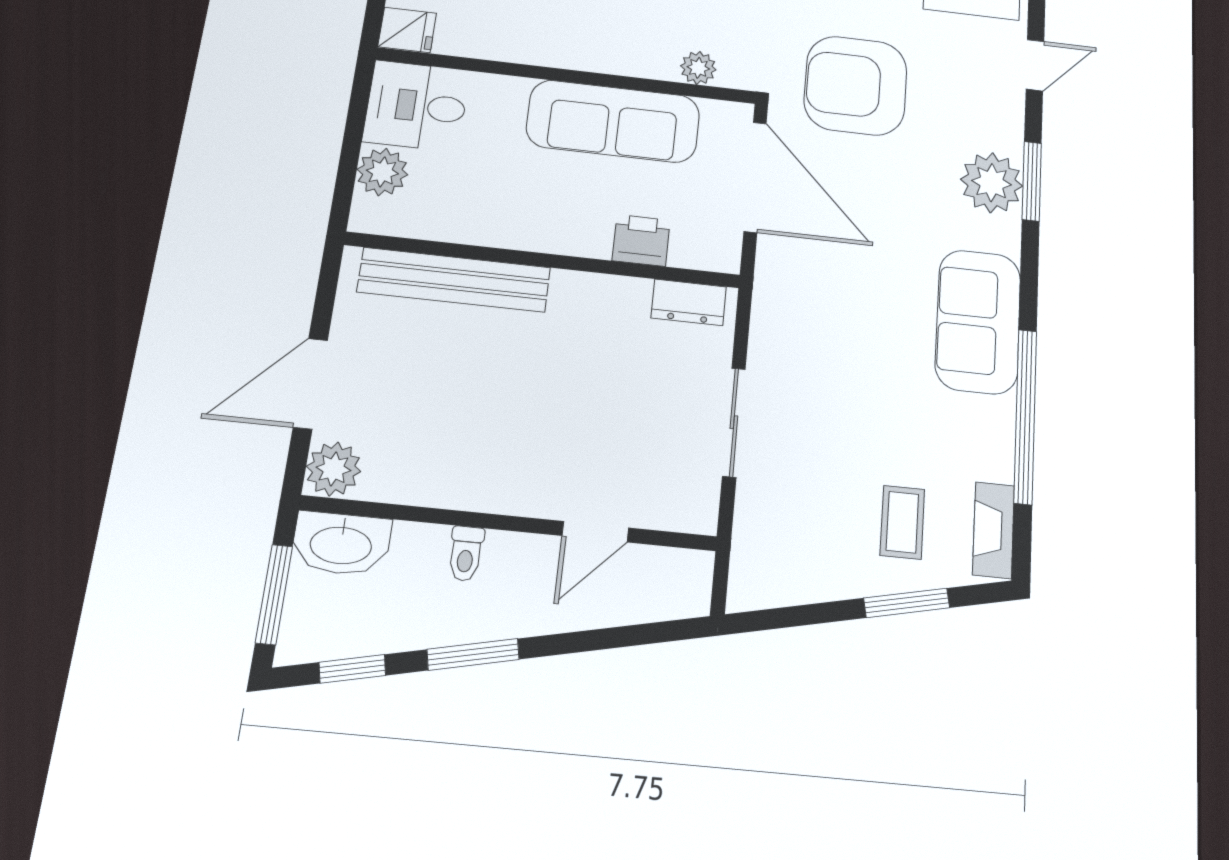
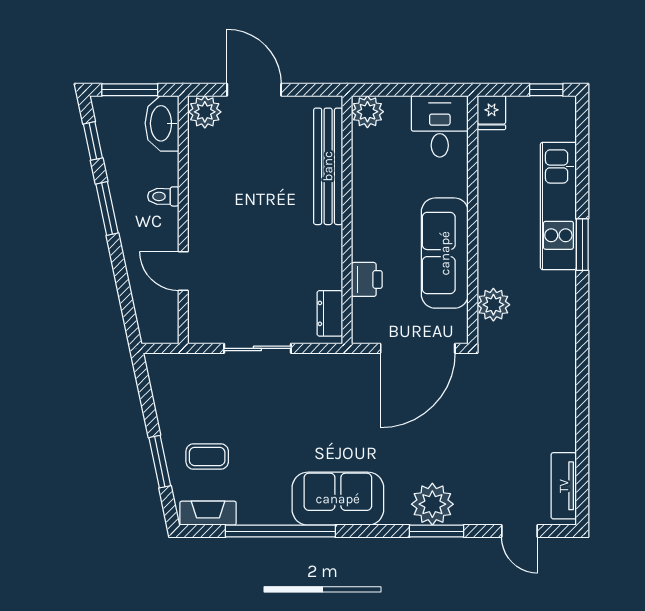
plant: (698, 68) -> (493, 305), width x1.38, depth x1.38
armchair: (856, 86) -> (490, 410), removed
plant: (382, 172) -> (367, 112), moved

